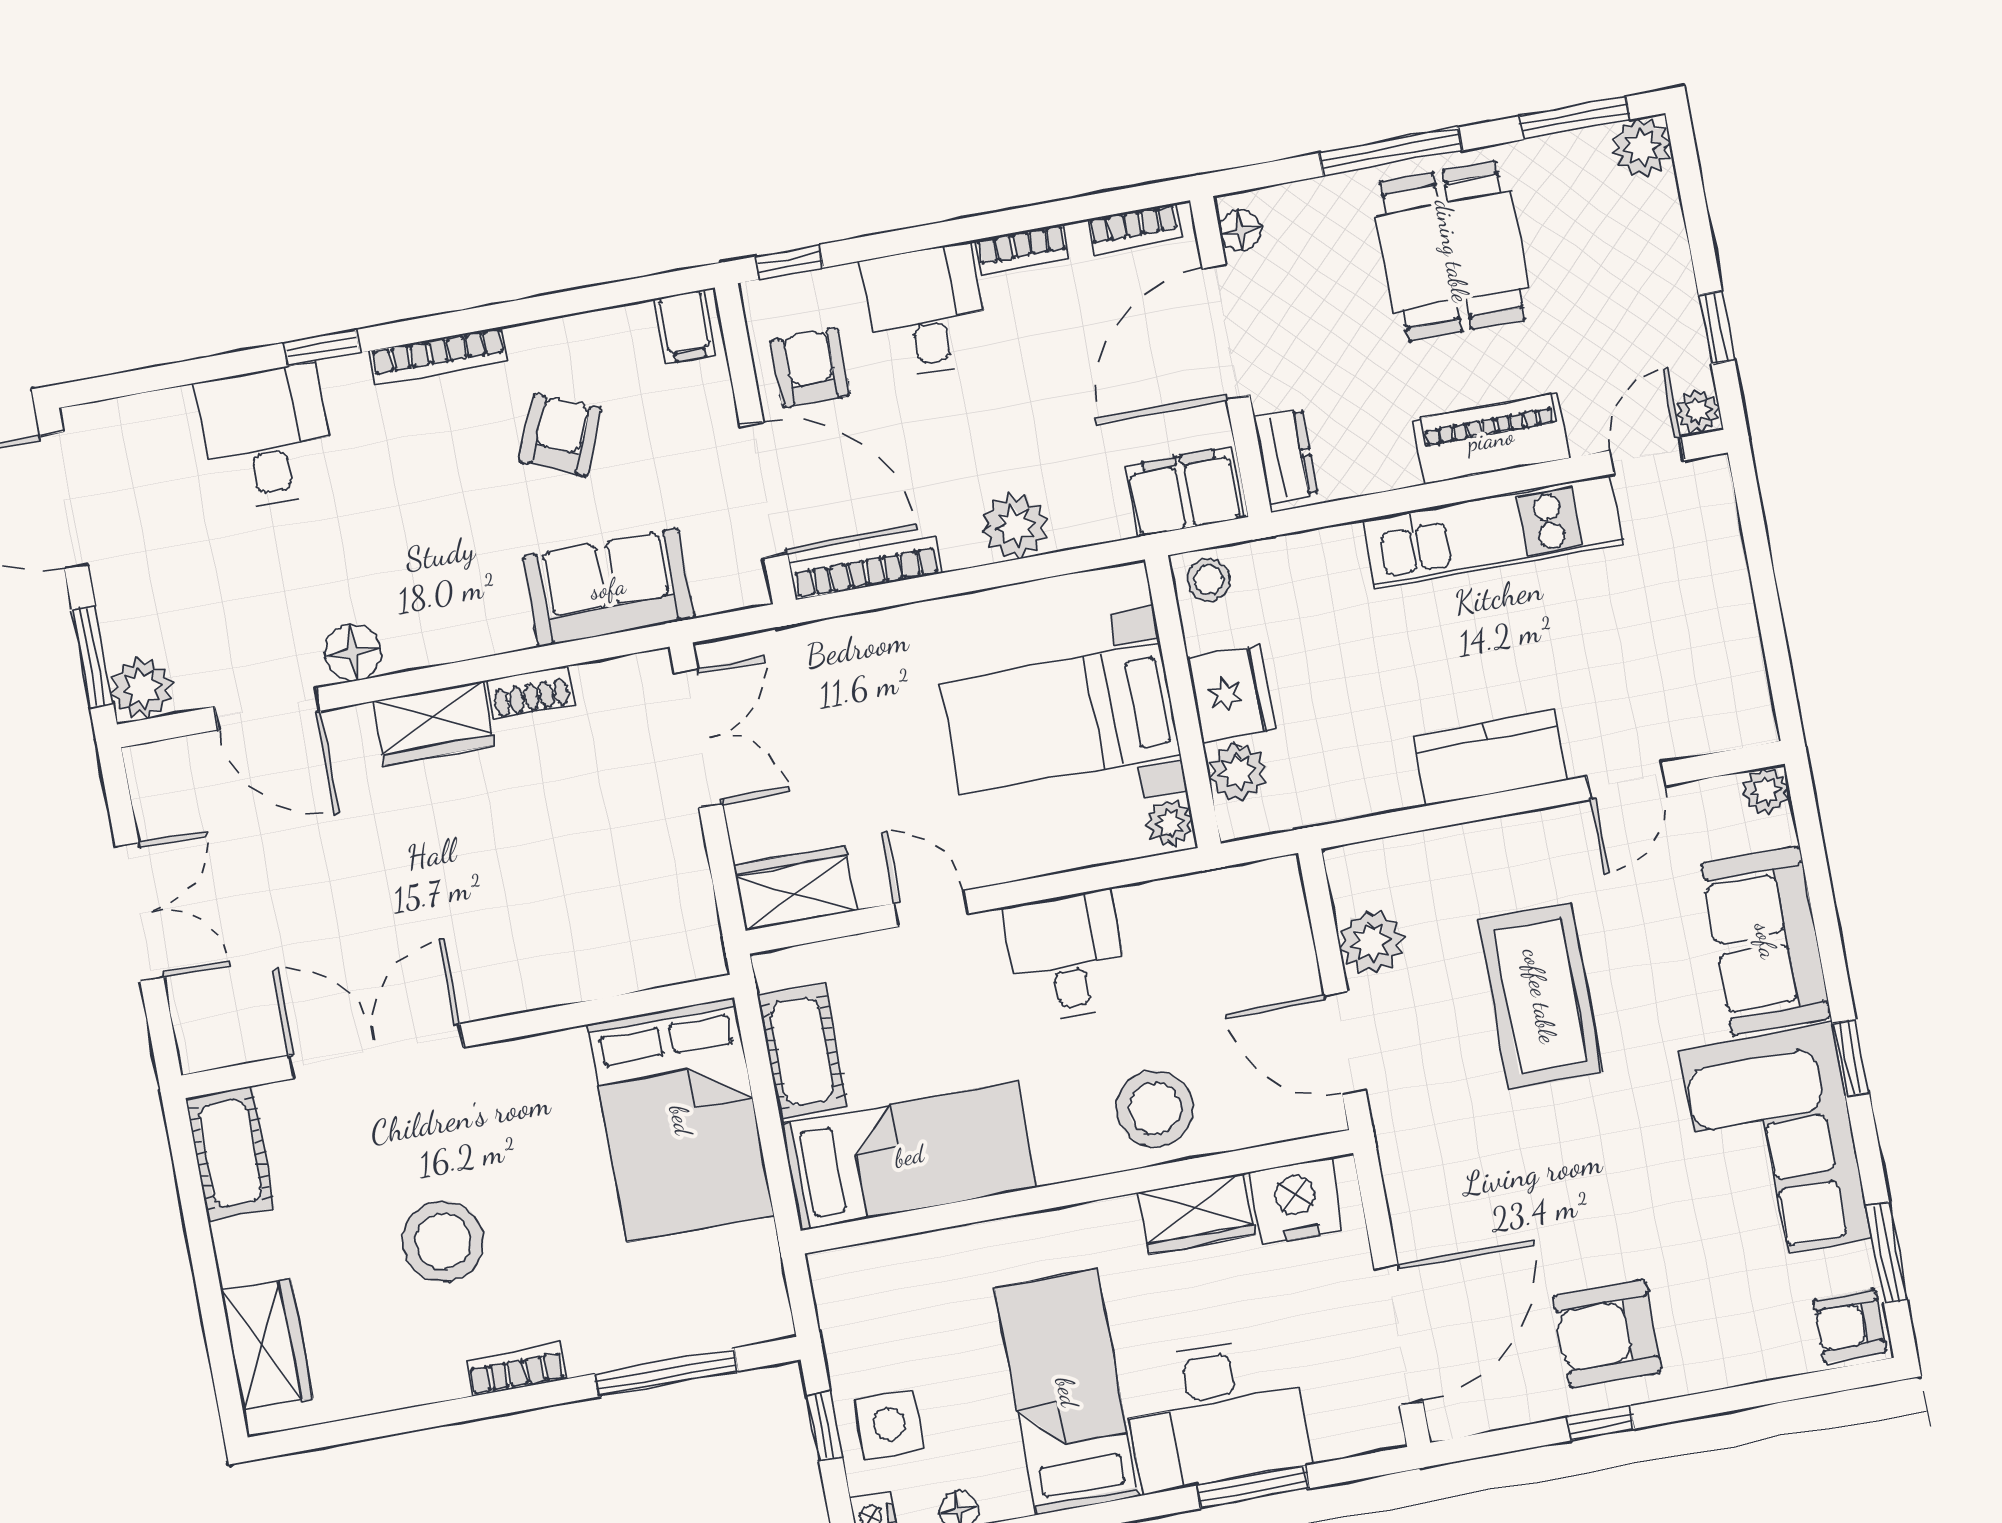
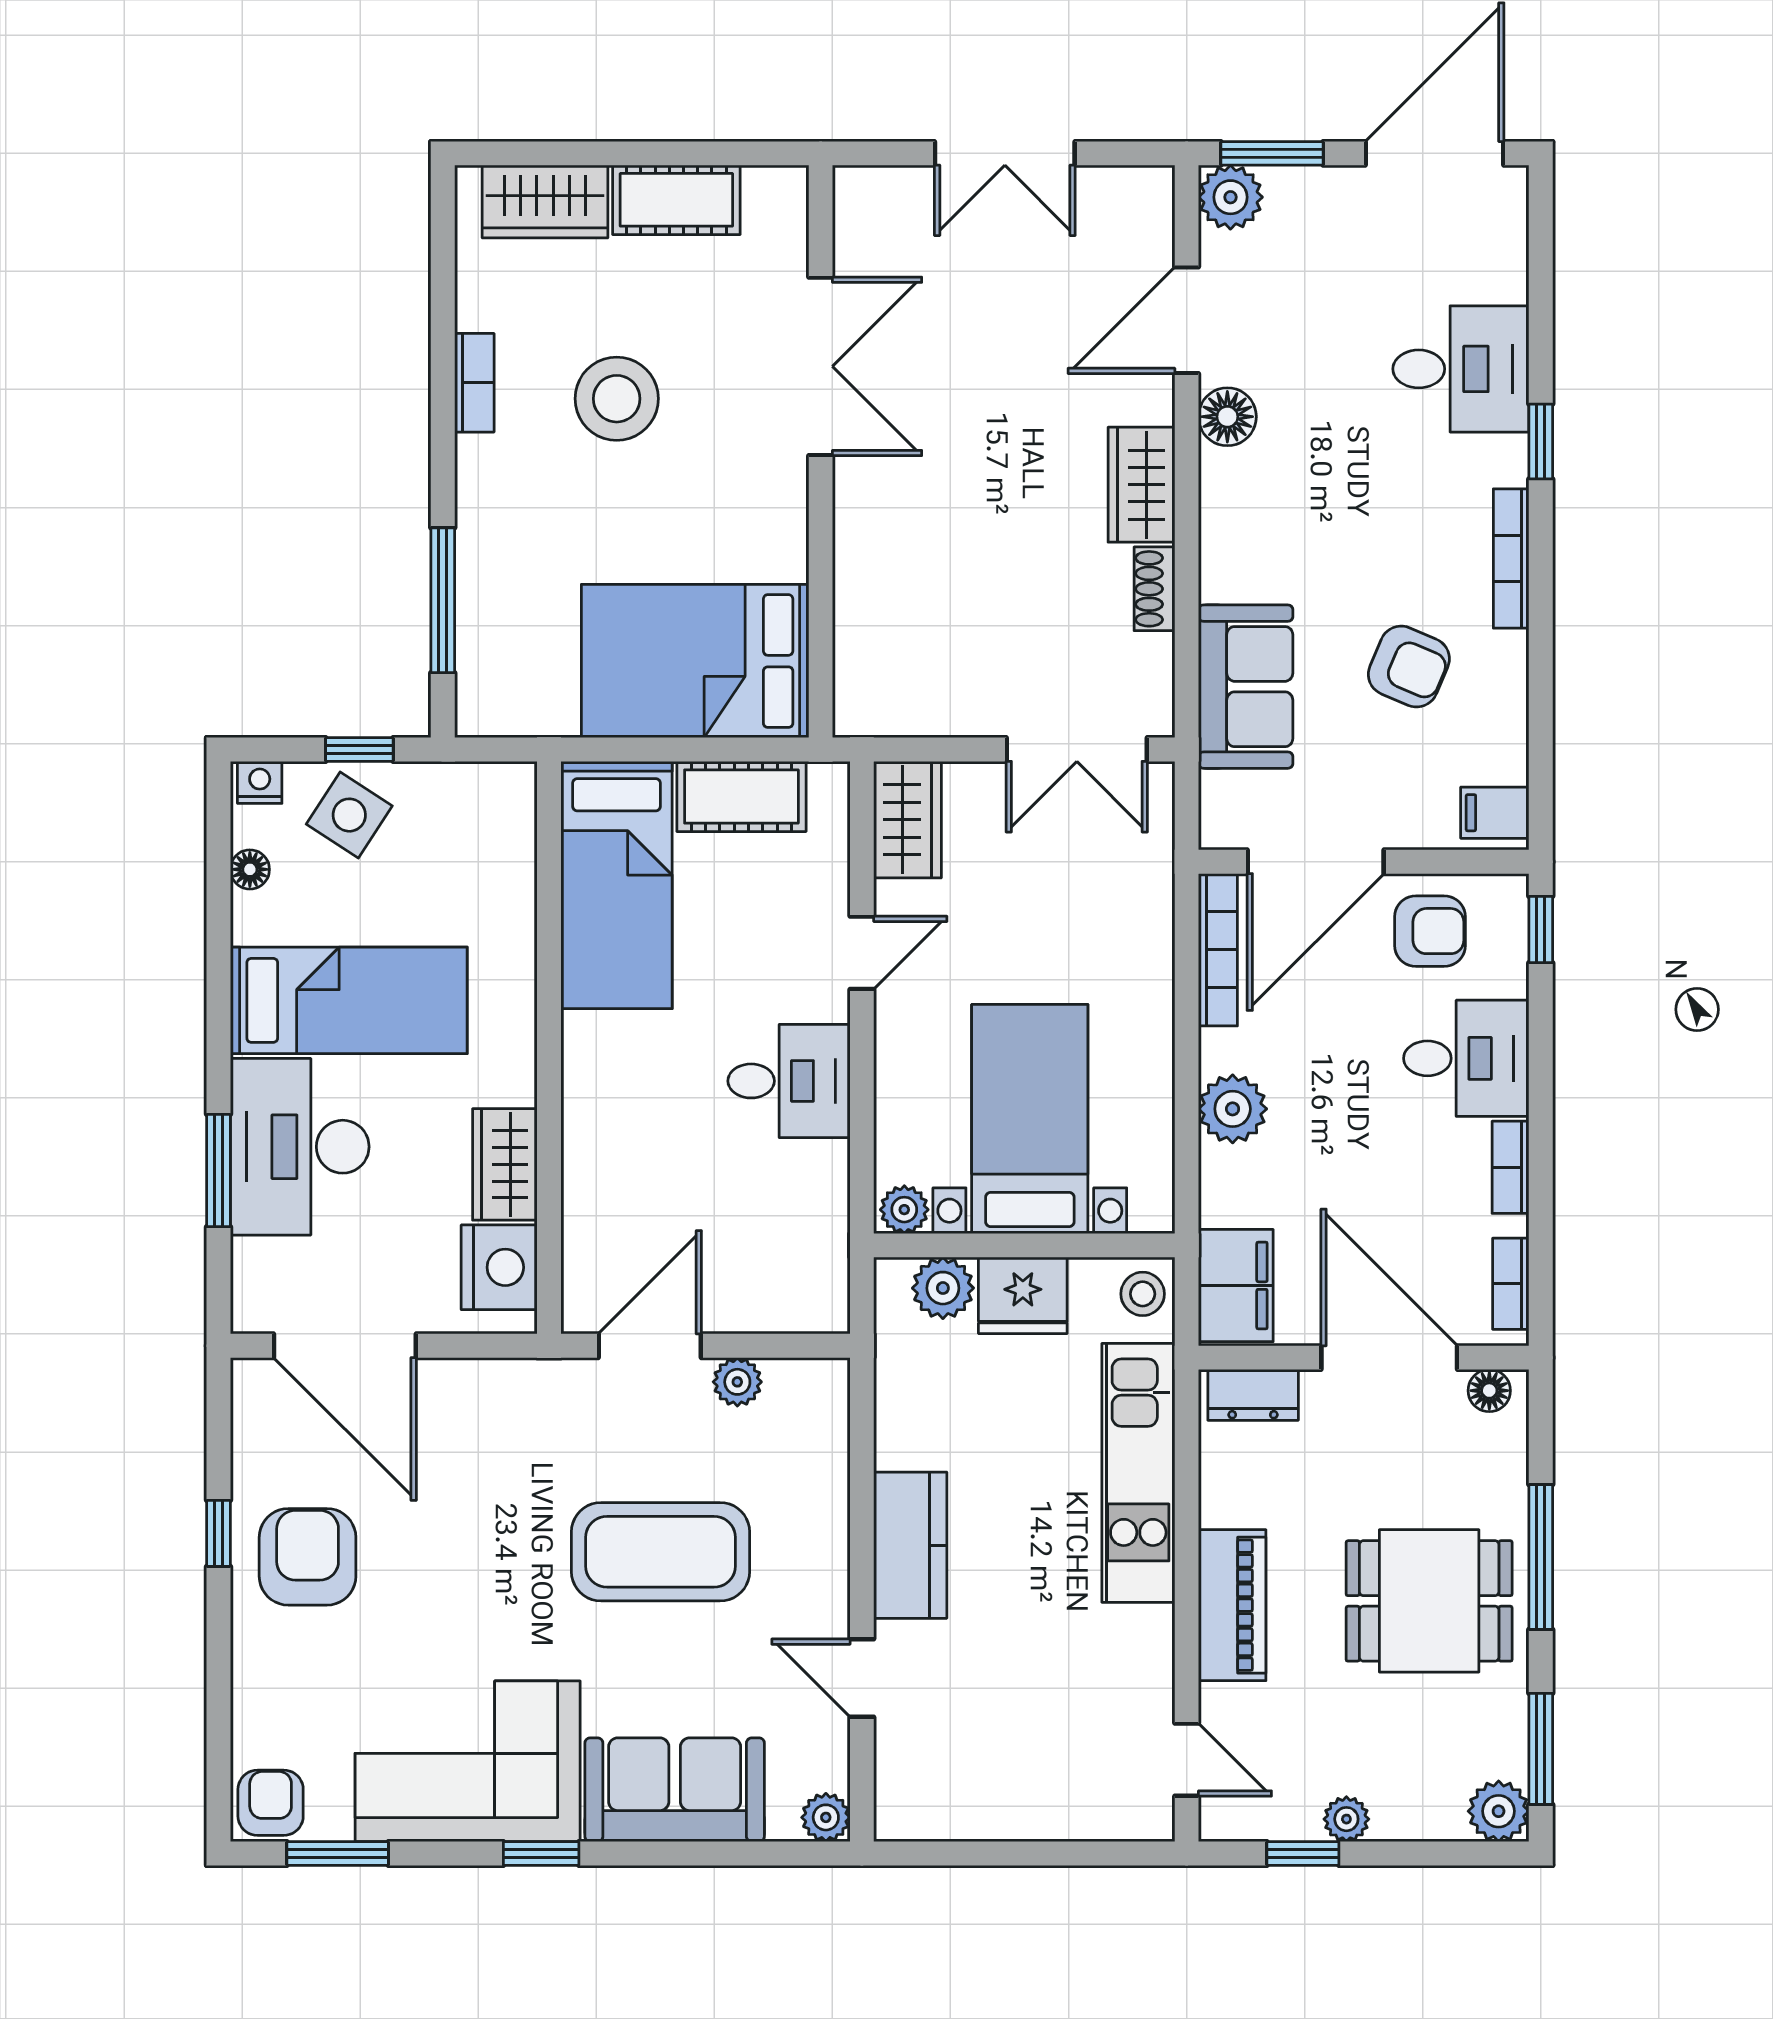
plant: (1698, 411) -> (1346, 1819), moved
kitchen unit: (1492, 532) -> (1138, 1473), moved
plant: (1371, 942) -> (737, 1382), width x0.73, depth x0.73
stool: (1155, 1108) -> (619, 1142), removed
cot: (230, 1153) -> (676, 200), moved
bookcase: (516, 1369) -> (474, 383), moved
side table: (889, 1424) -> (349, 815), turned 33

